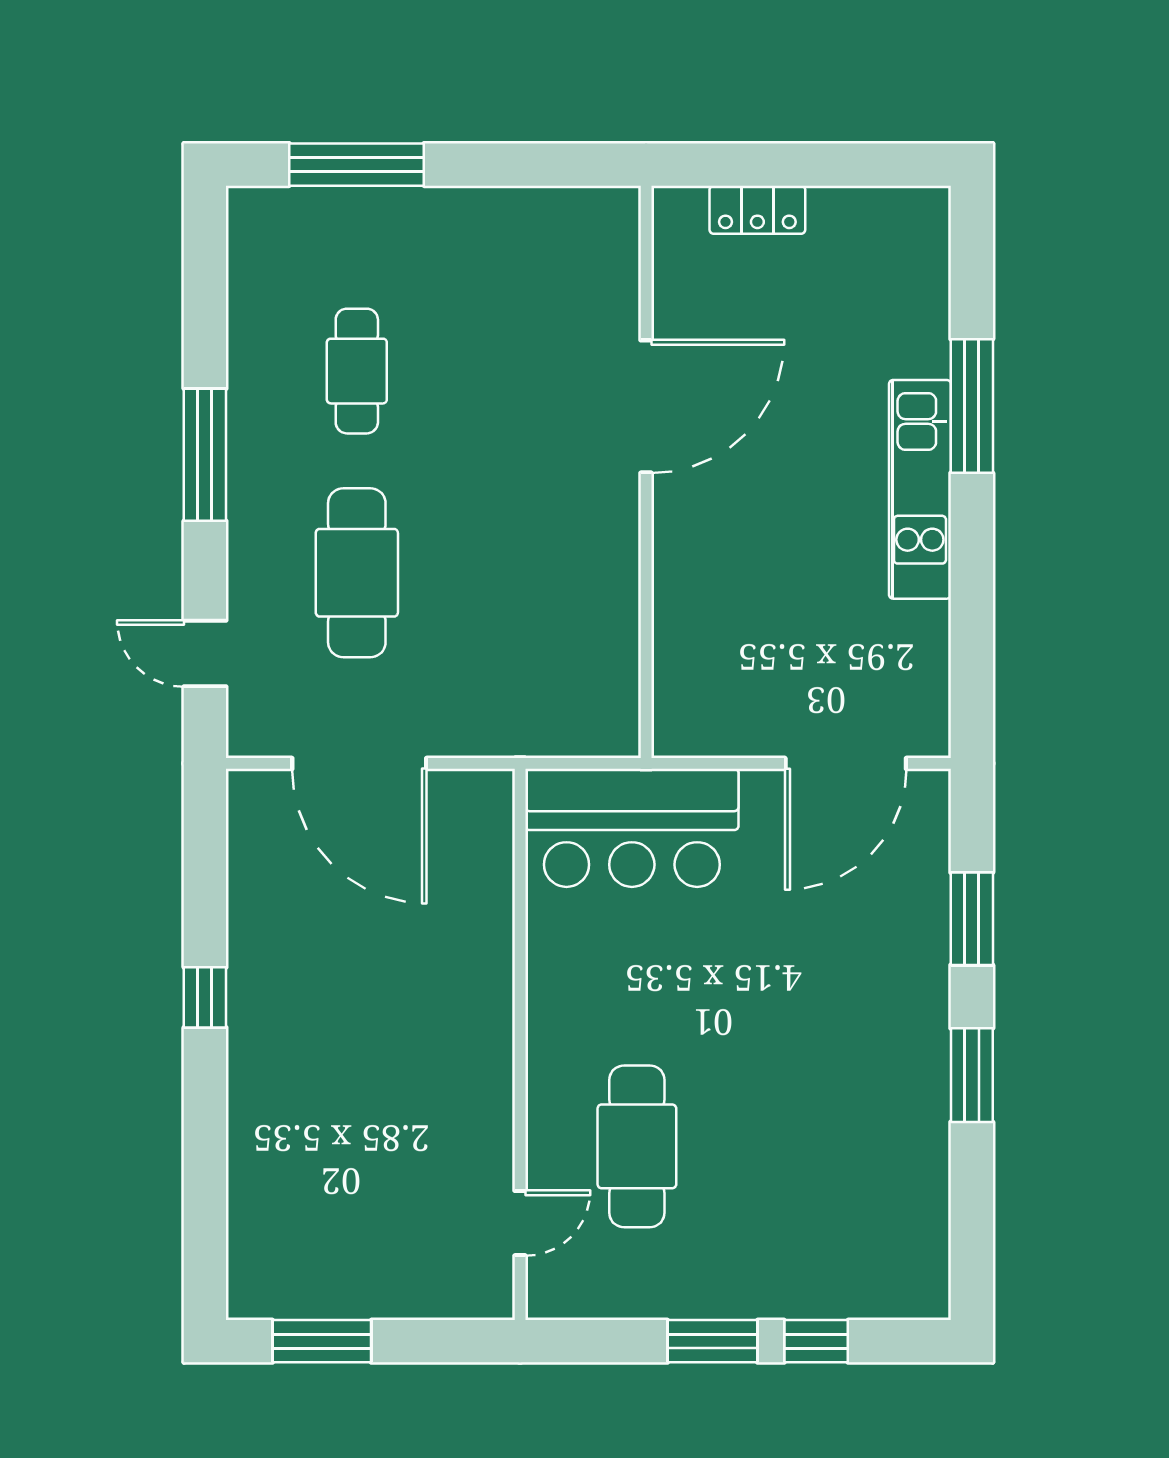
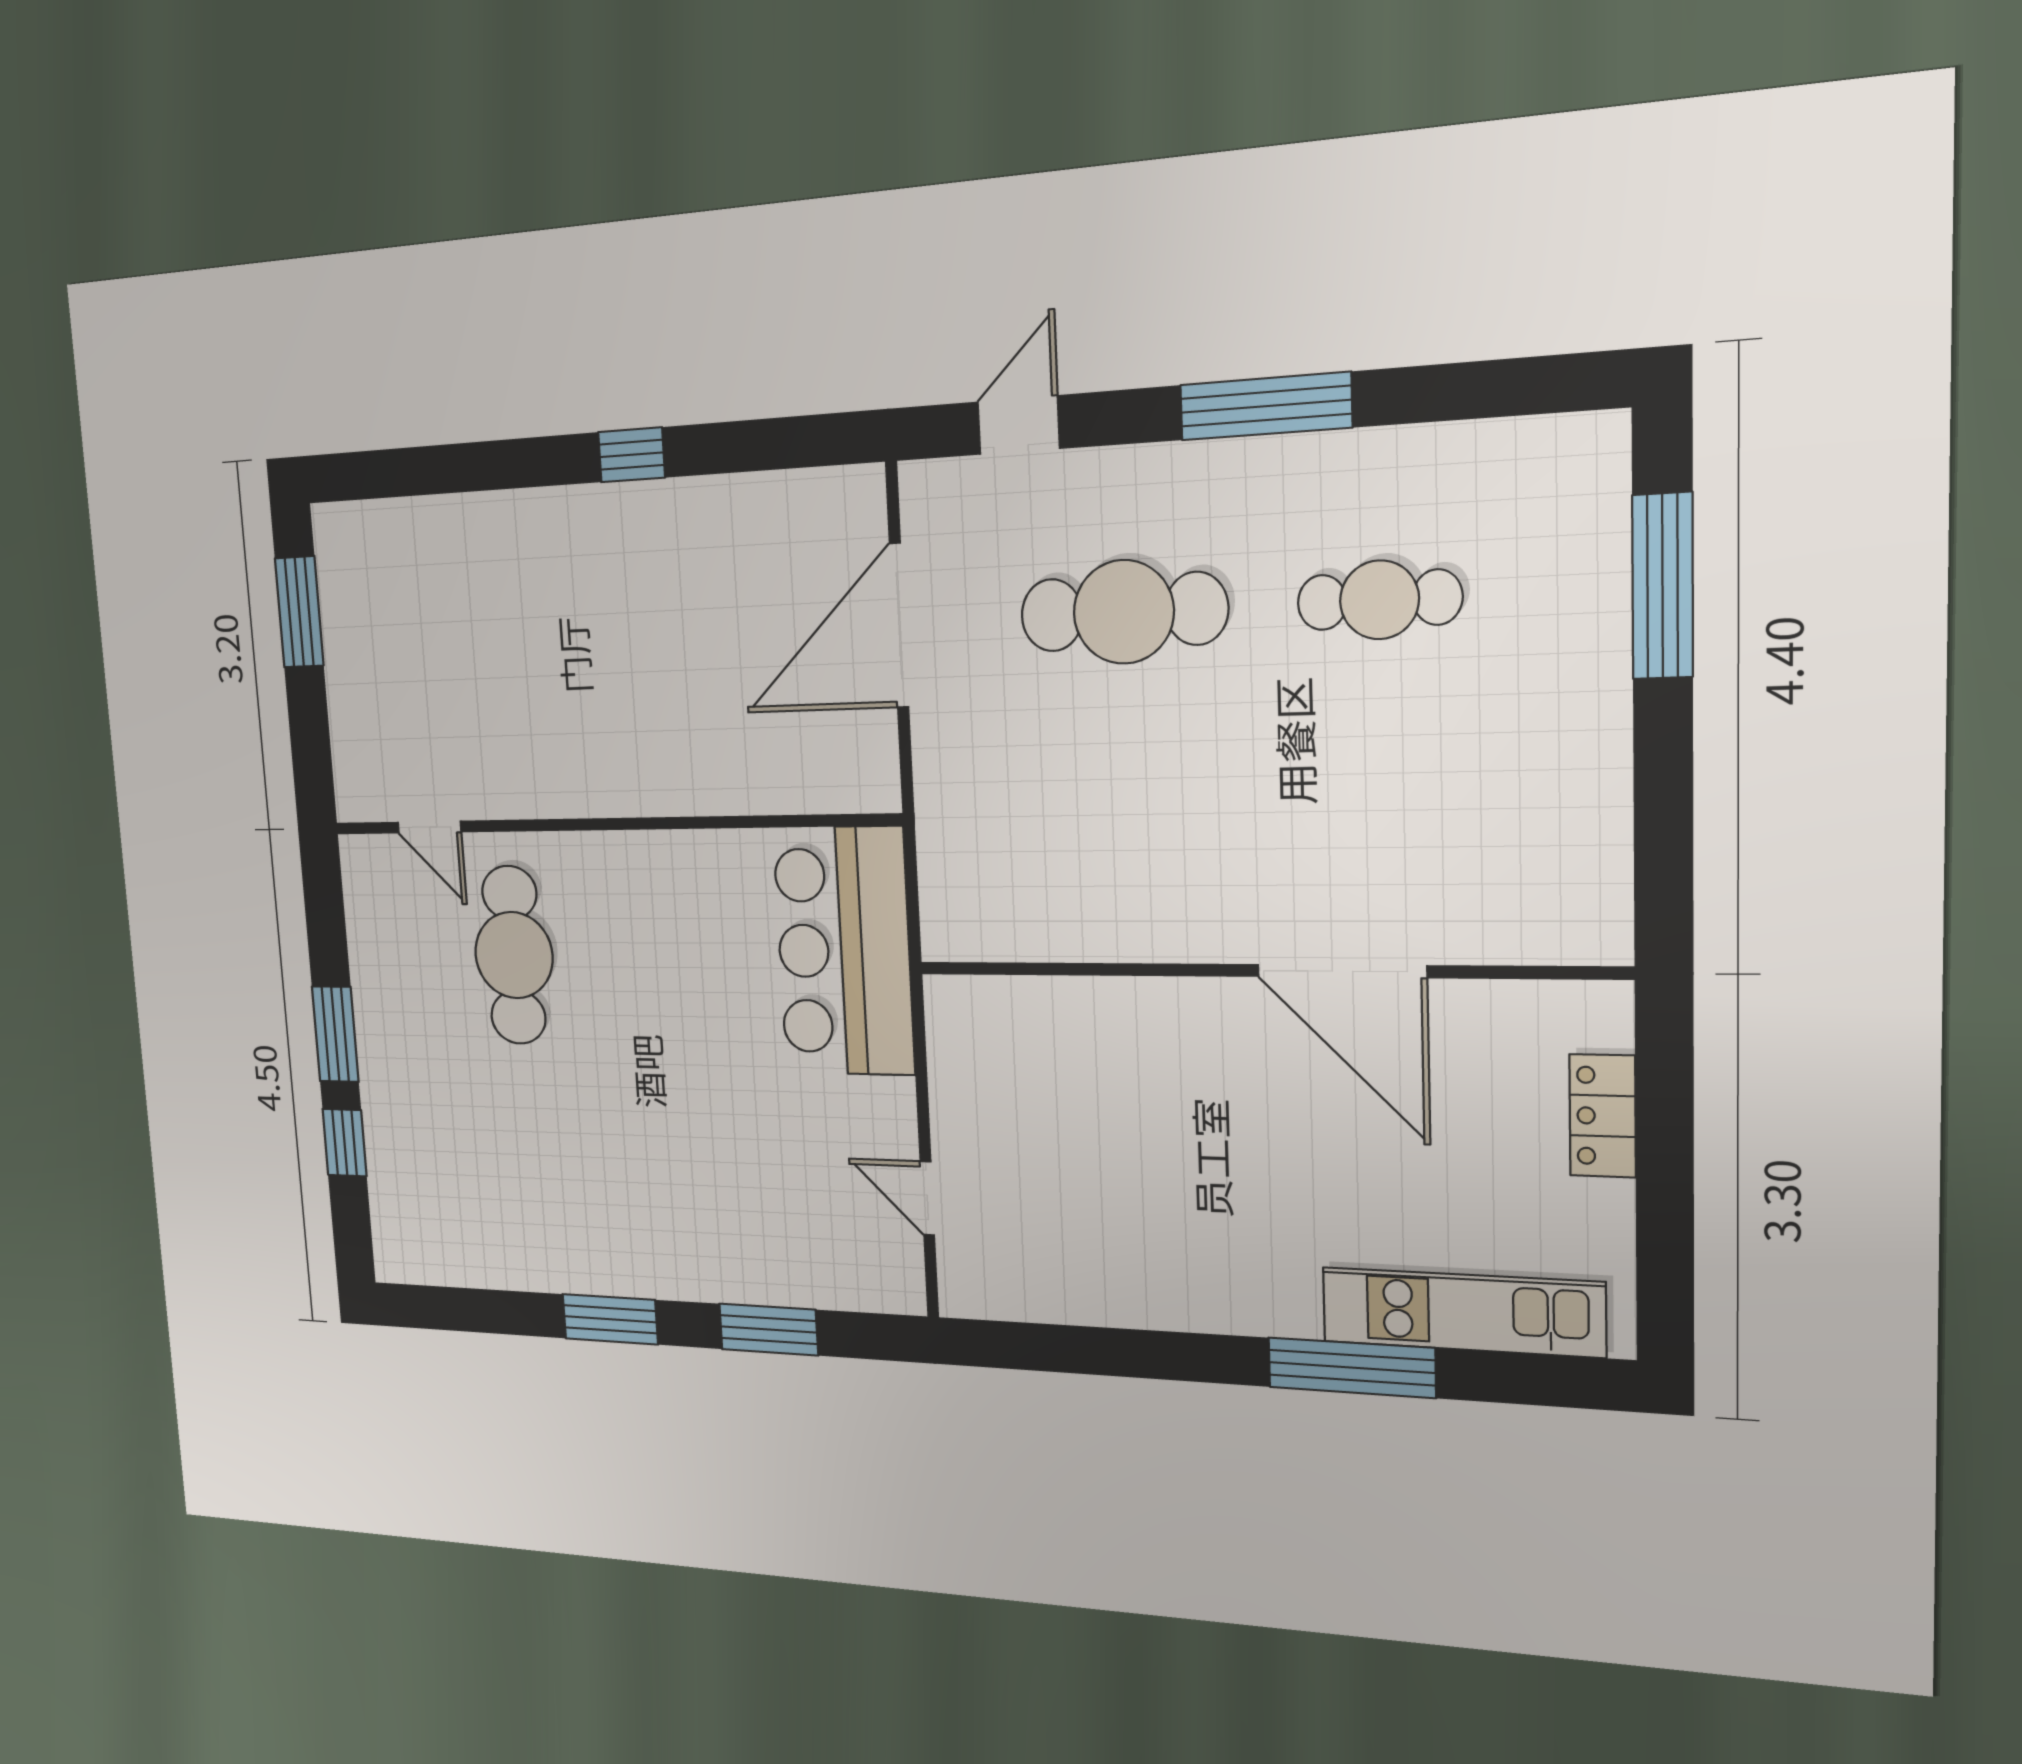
kitchen unit: (920, 489) -> (1462, 1312), moved
door: (846, 763) -> (927, 1198), width x0.53
cafe table: (637, 1146) -> (514, 955), turned 90

